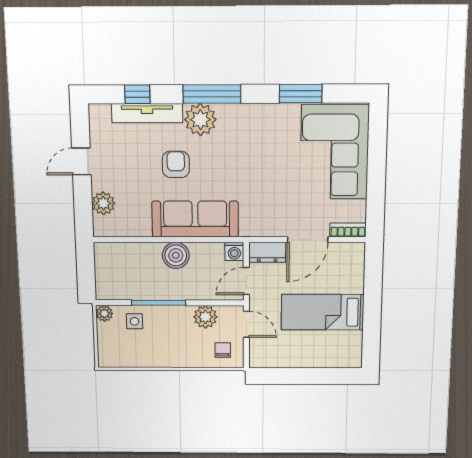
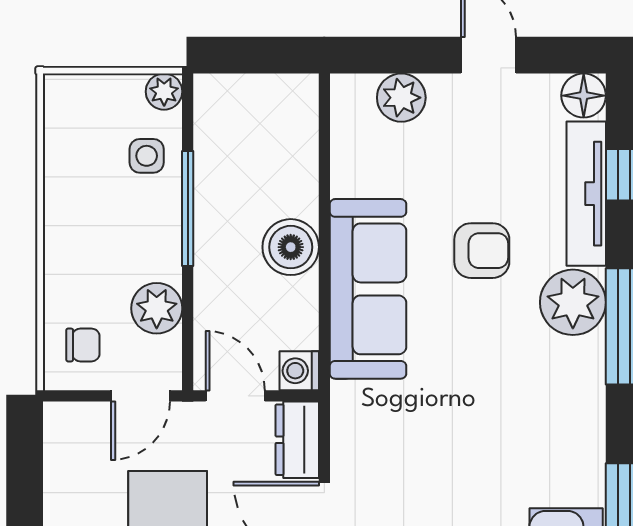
floor lamp: (99, 115) -> (584, 96), added

